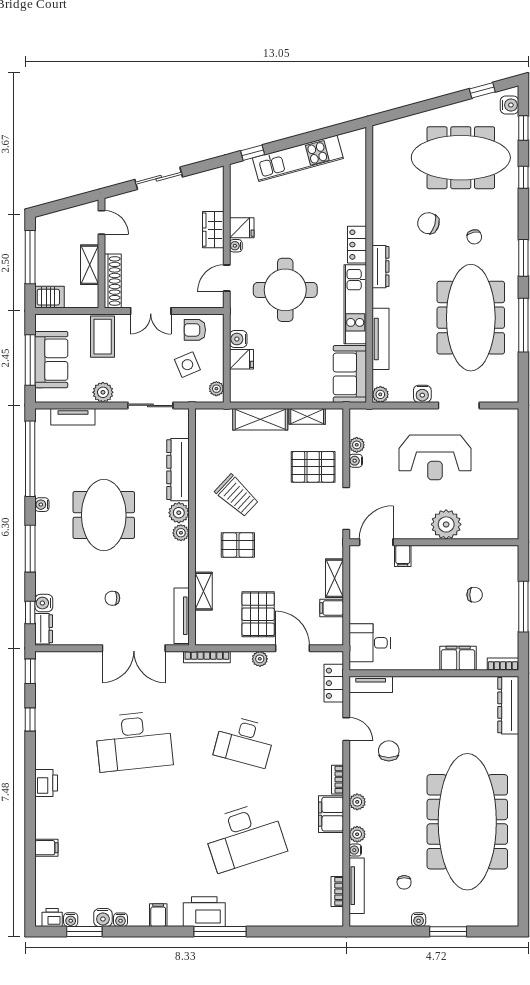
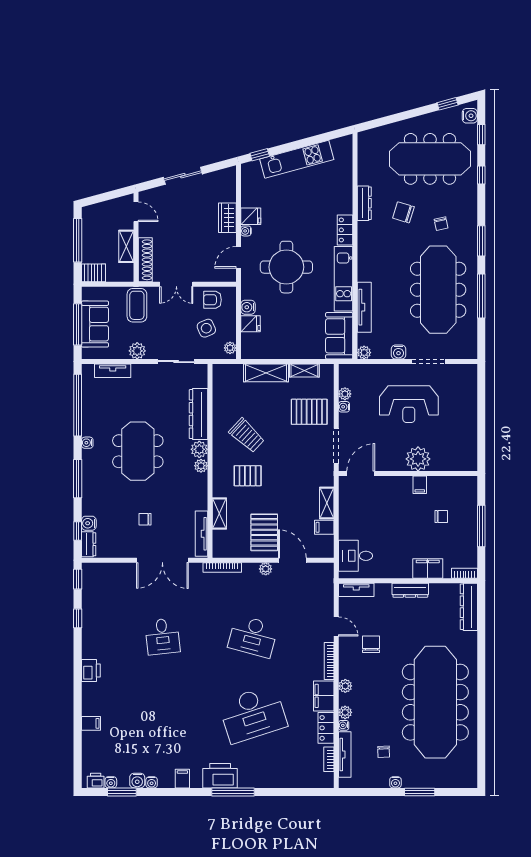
dresser: (380, 267) -> (364, 203), moved
filing cabinet: (403, 556) -> (420, 485), moved
locker: (334, 683) -> (326, 728), moved
dresser: (437, 685) -> (410, 590), added
desk: (134, 741) -> (163, 636), width x0.53, depth x0.77
bookcase: (337, 780) -> (329, 661), width x1.56

